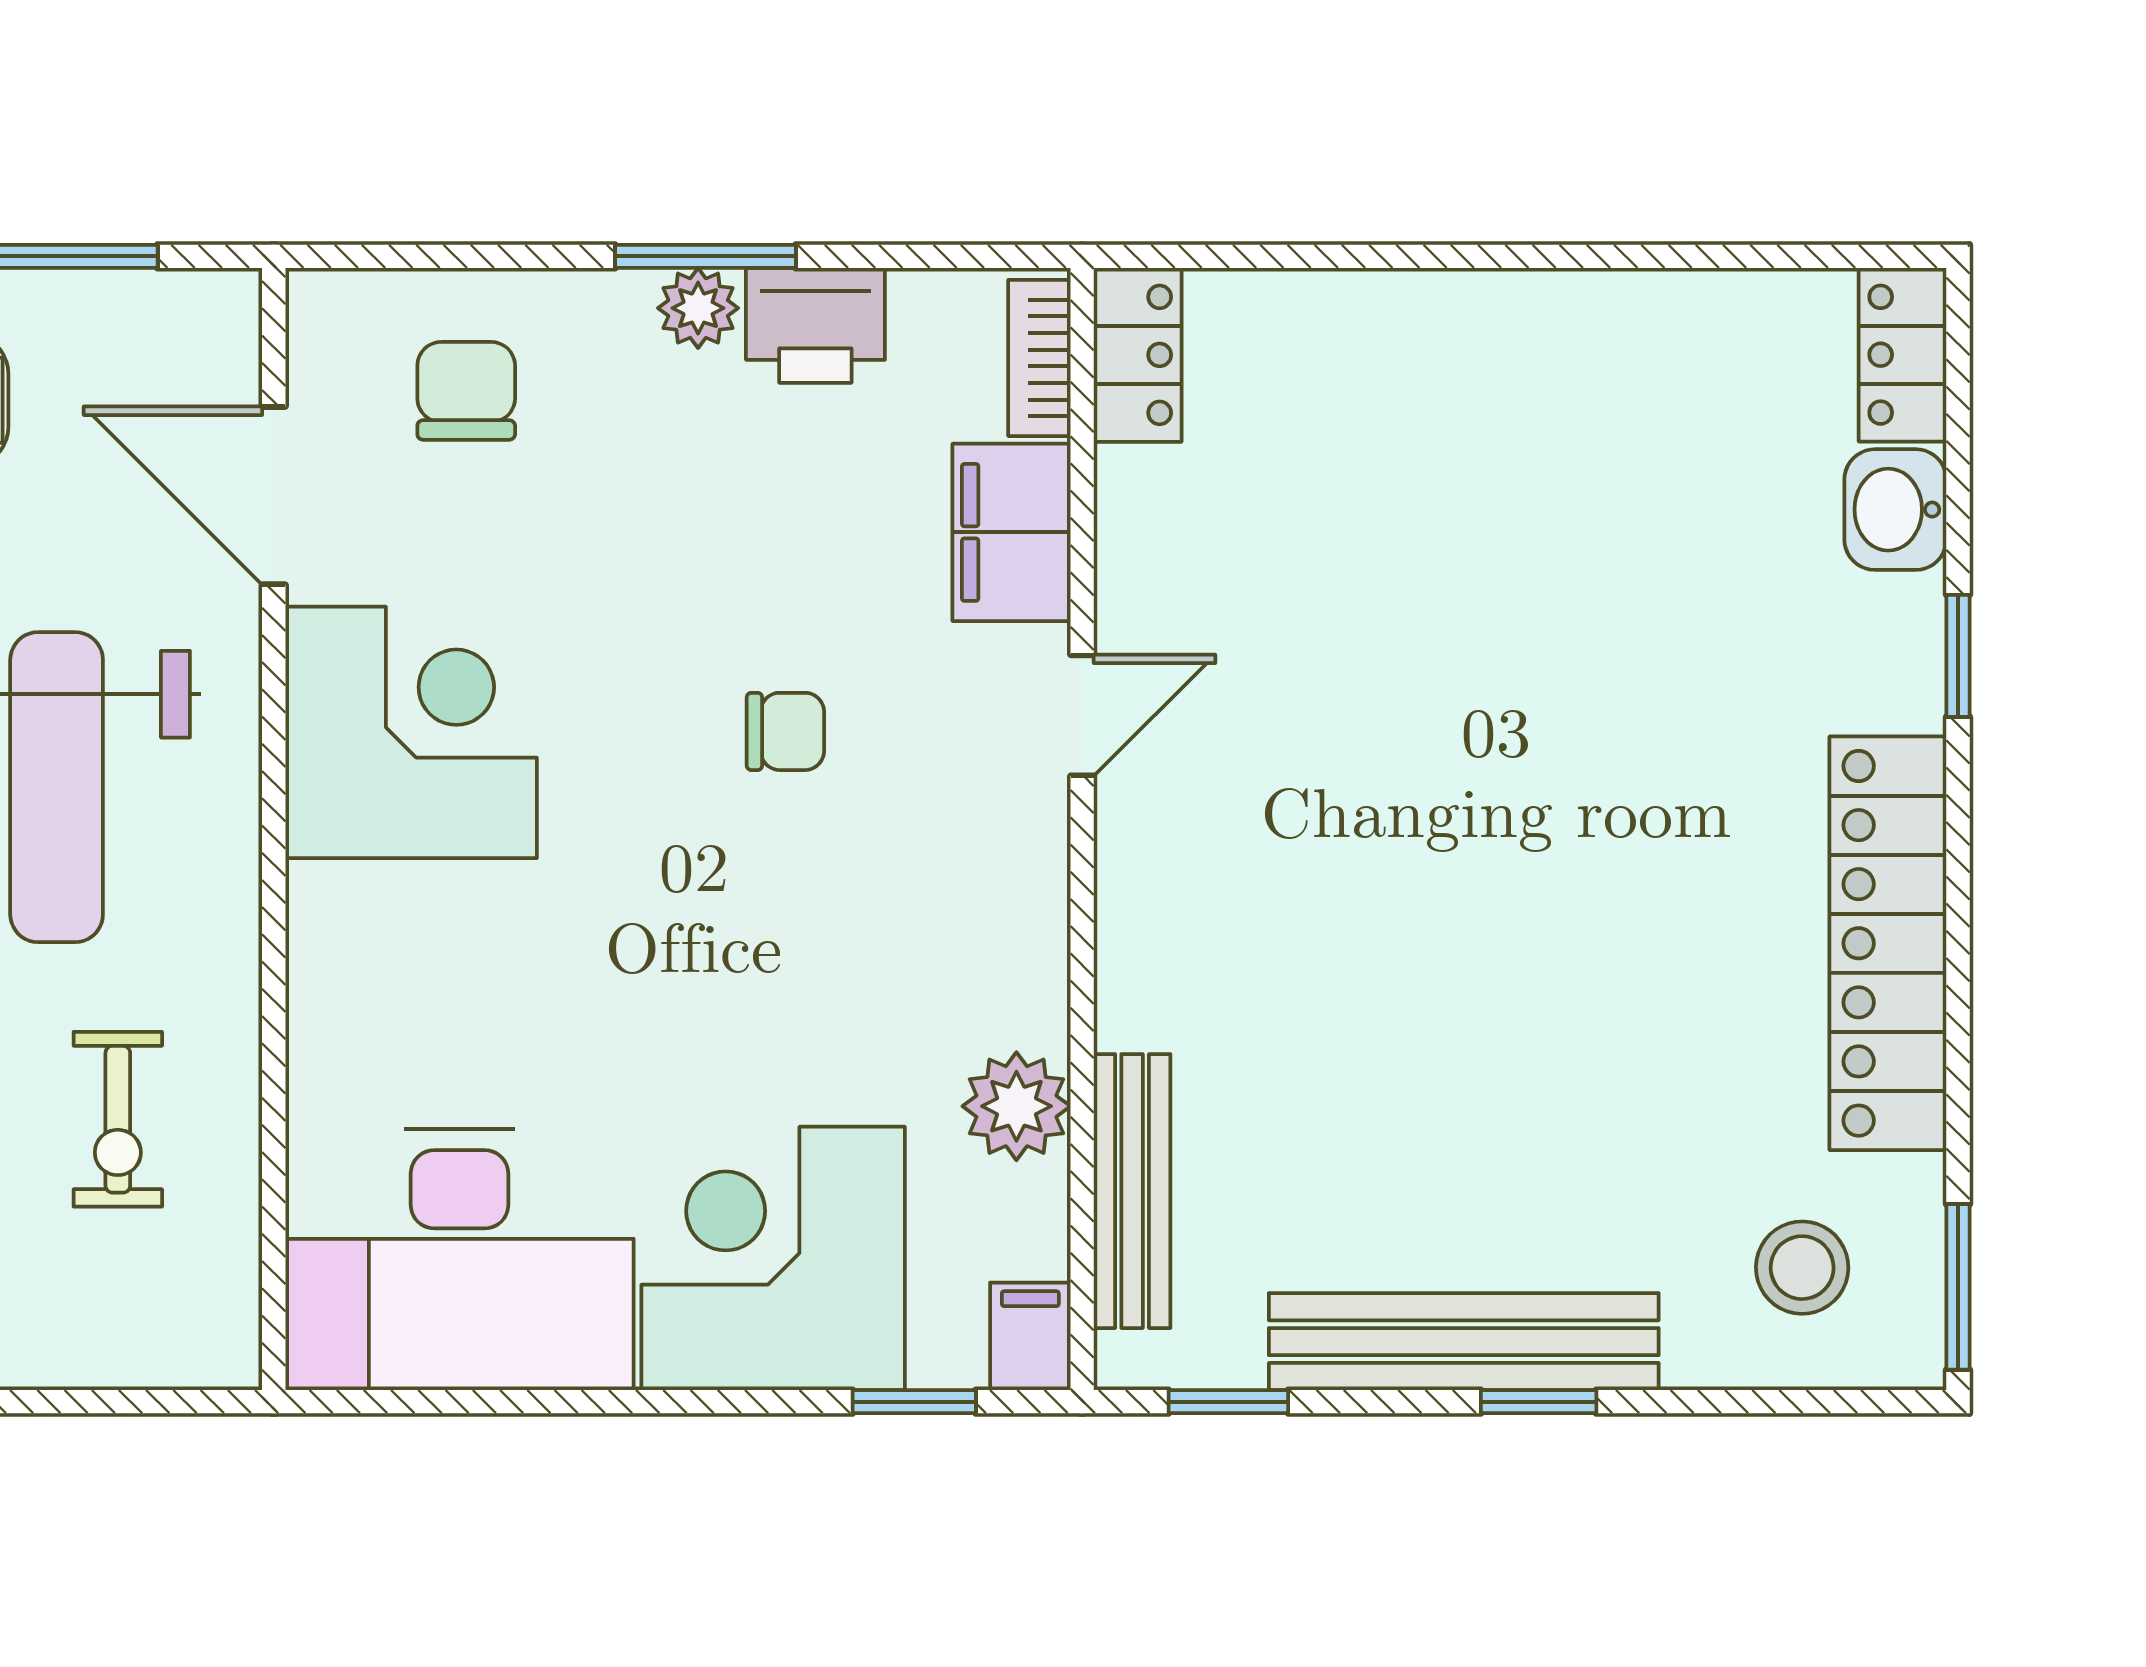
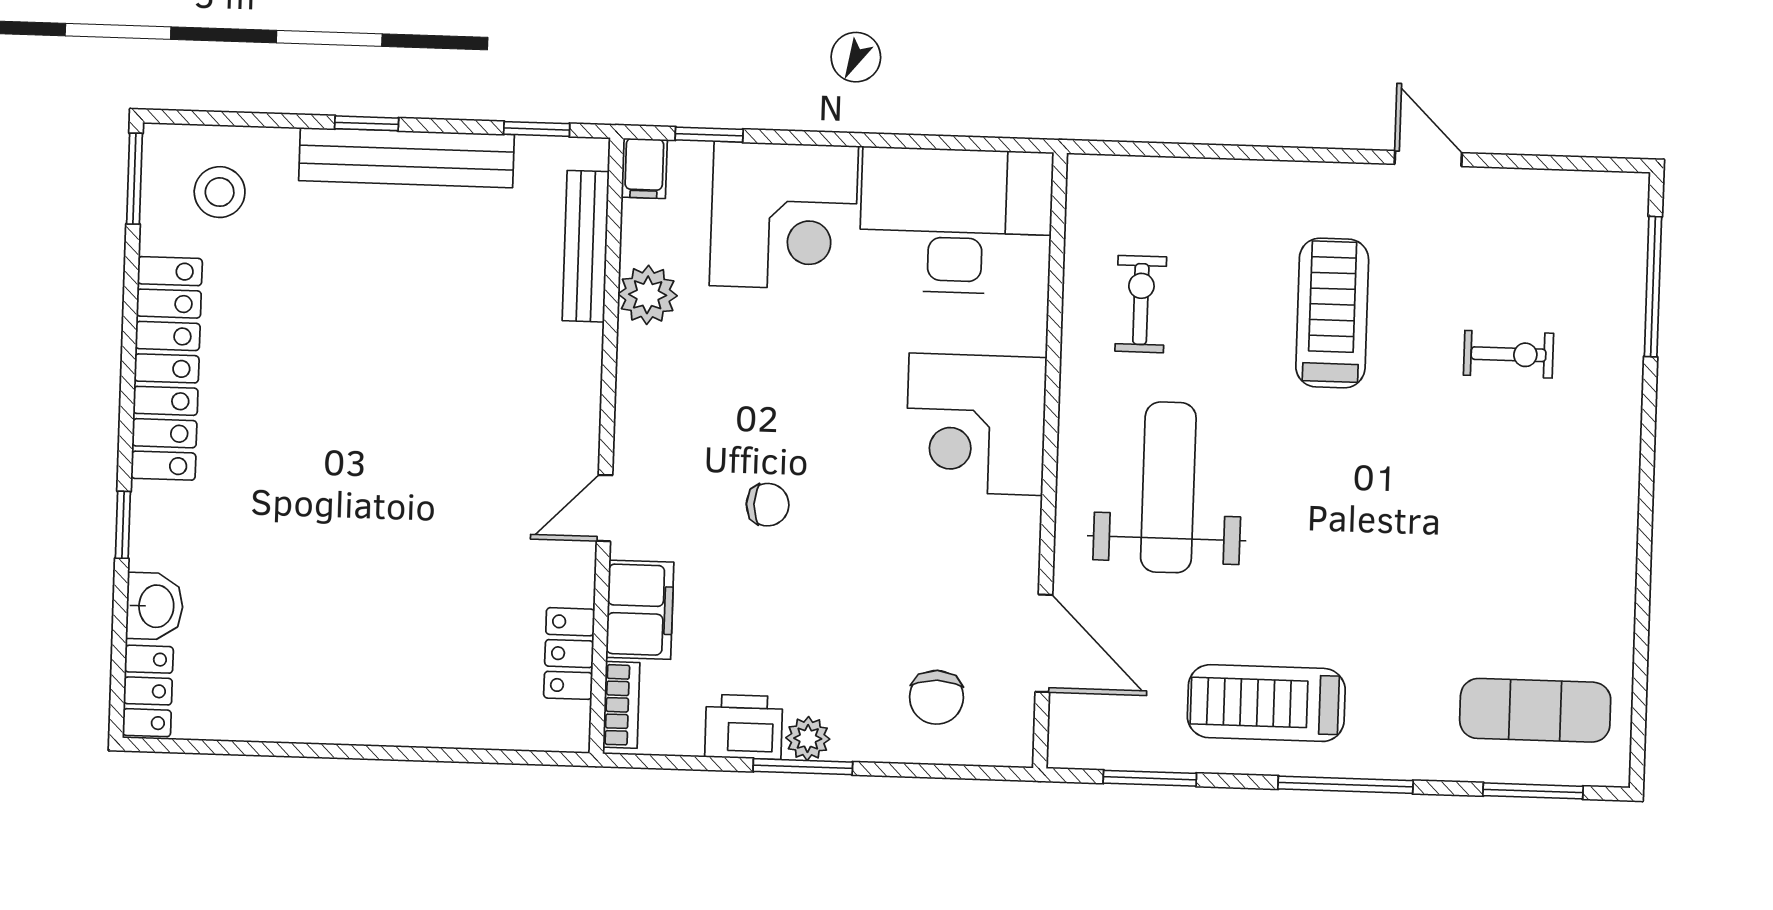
locker: (1138, 355) -> (569, 654), moved
chair: (785, 731) -> (768, 505), turned 180
corner desk: (411, 732) -> (976, 424), moved

